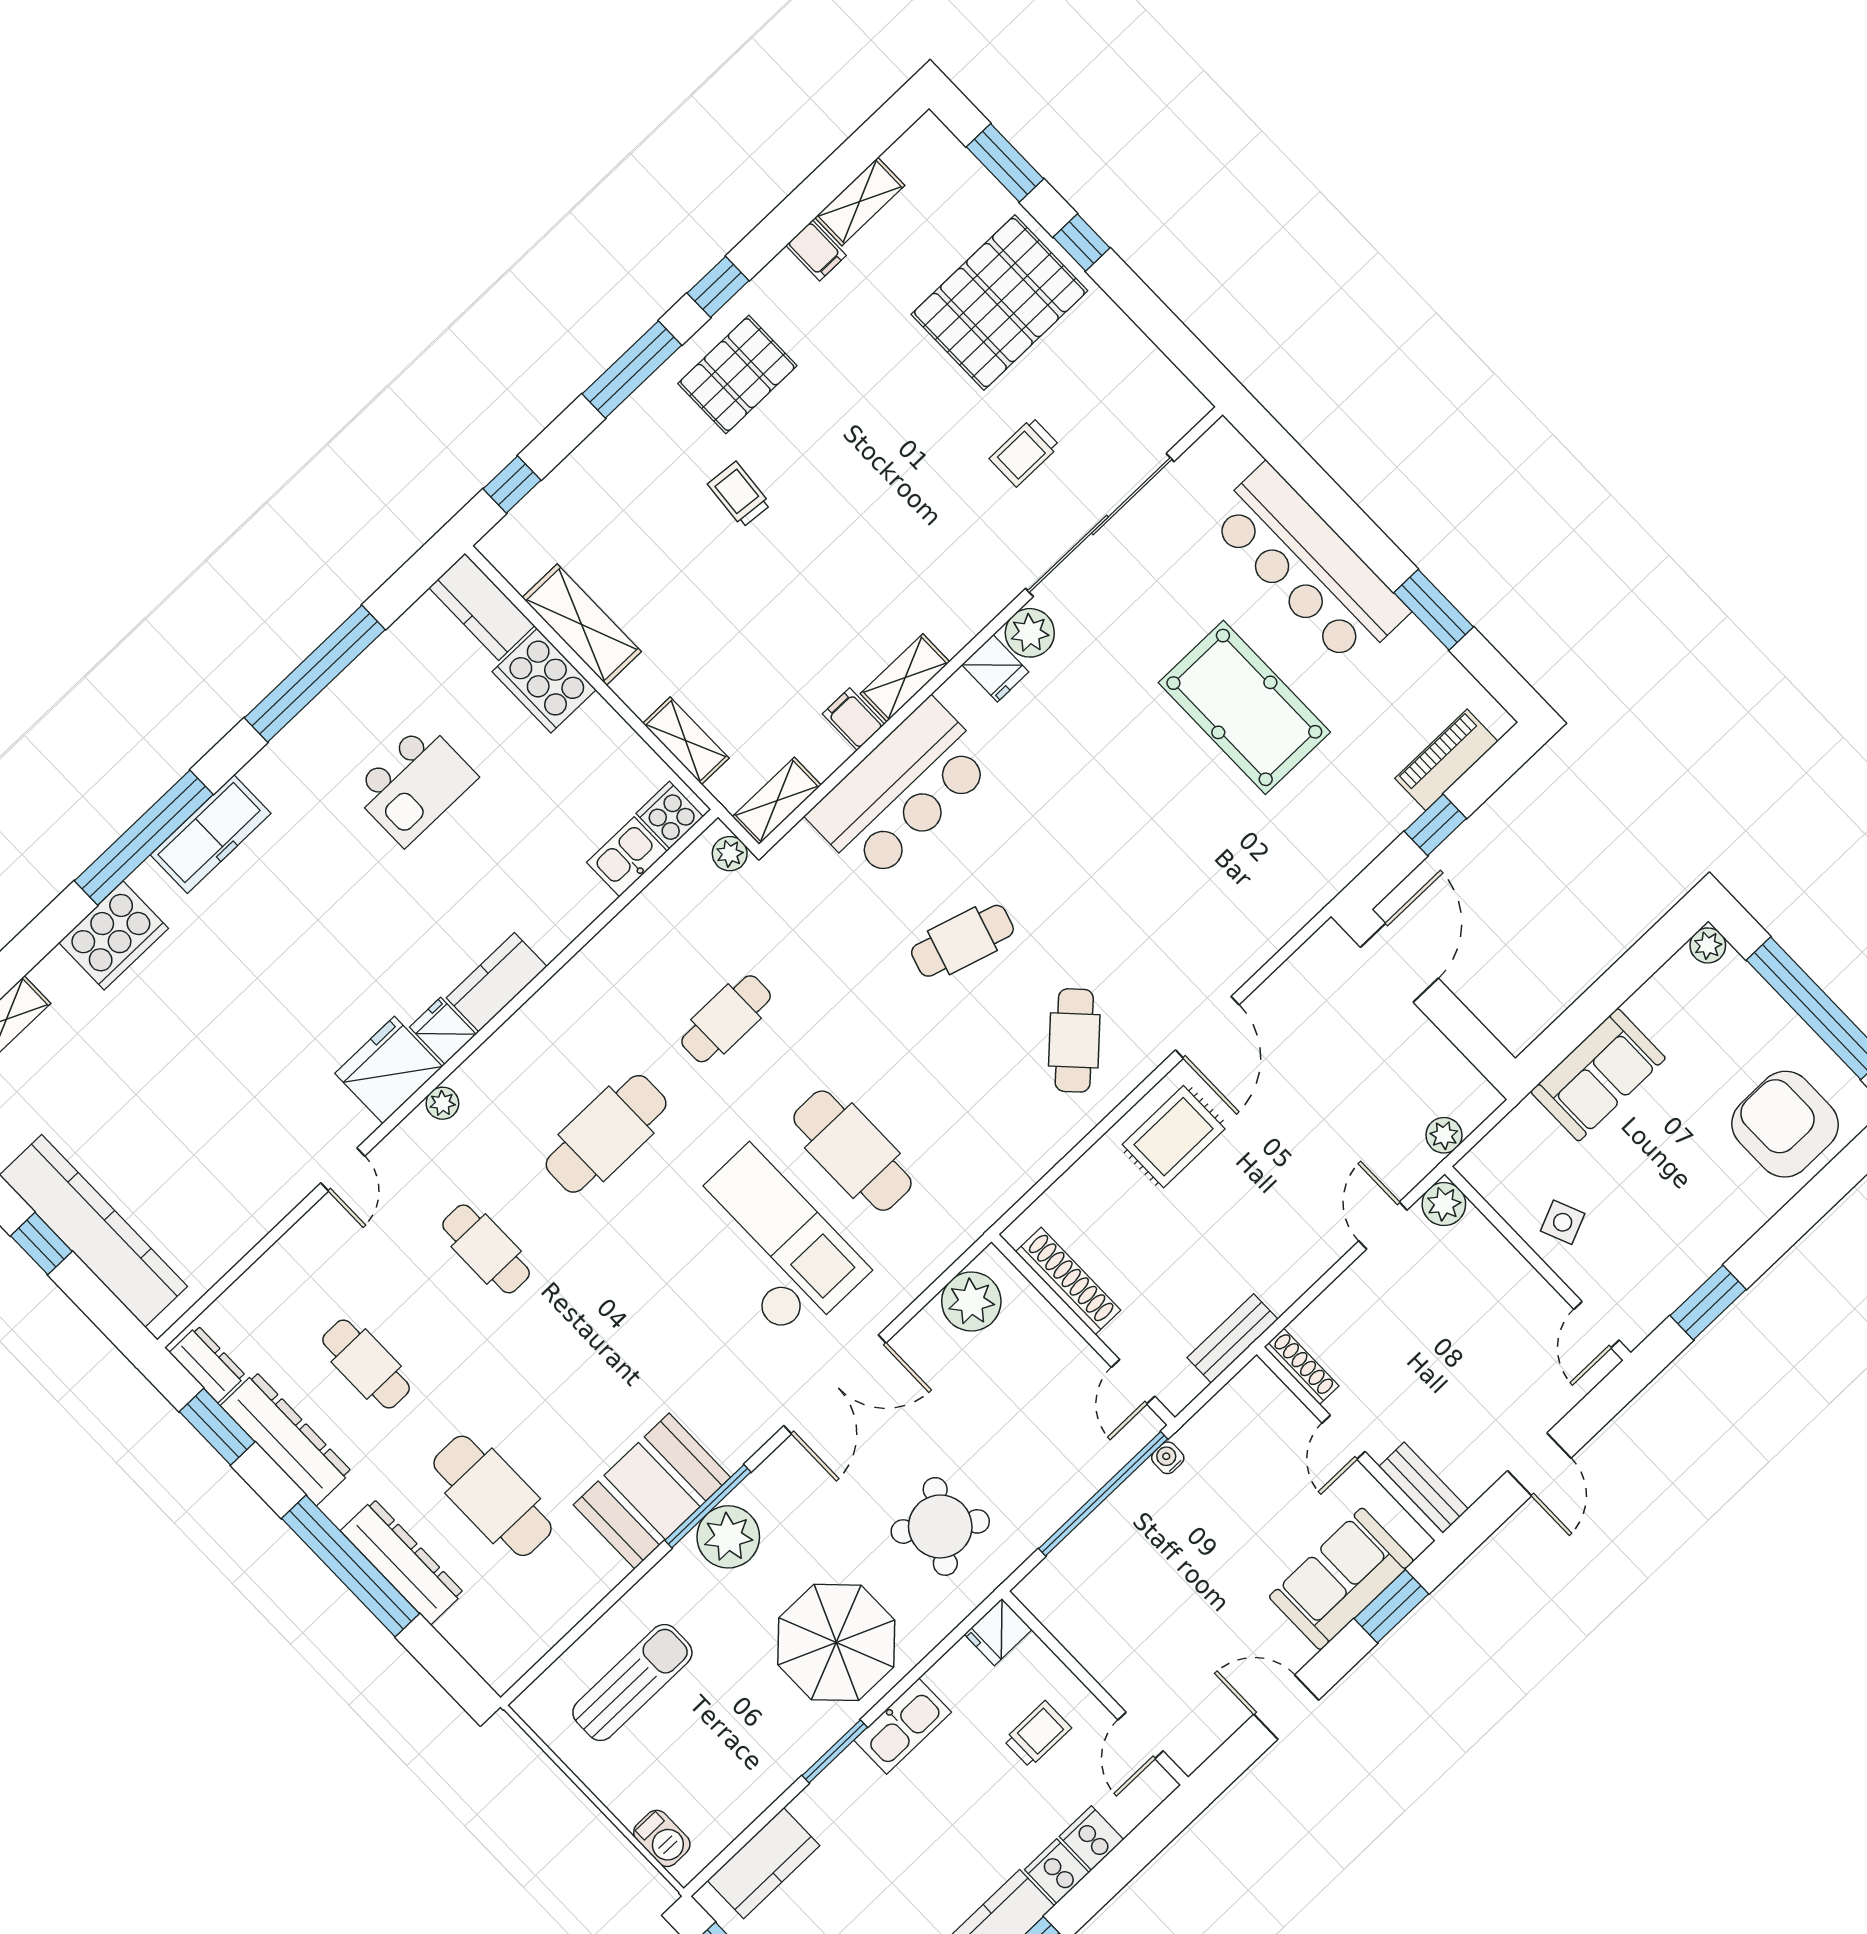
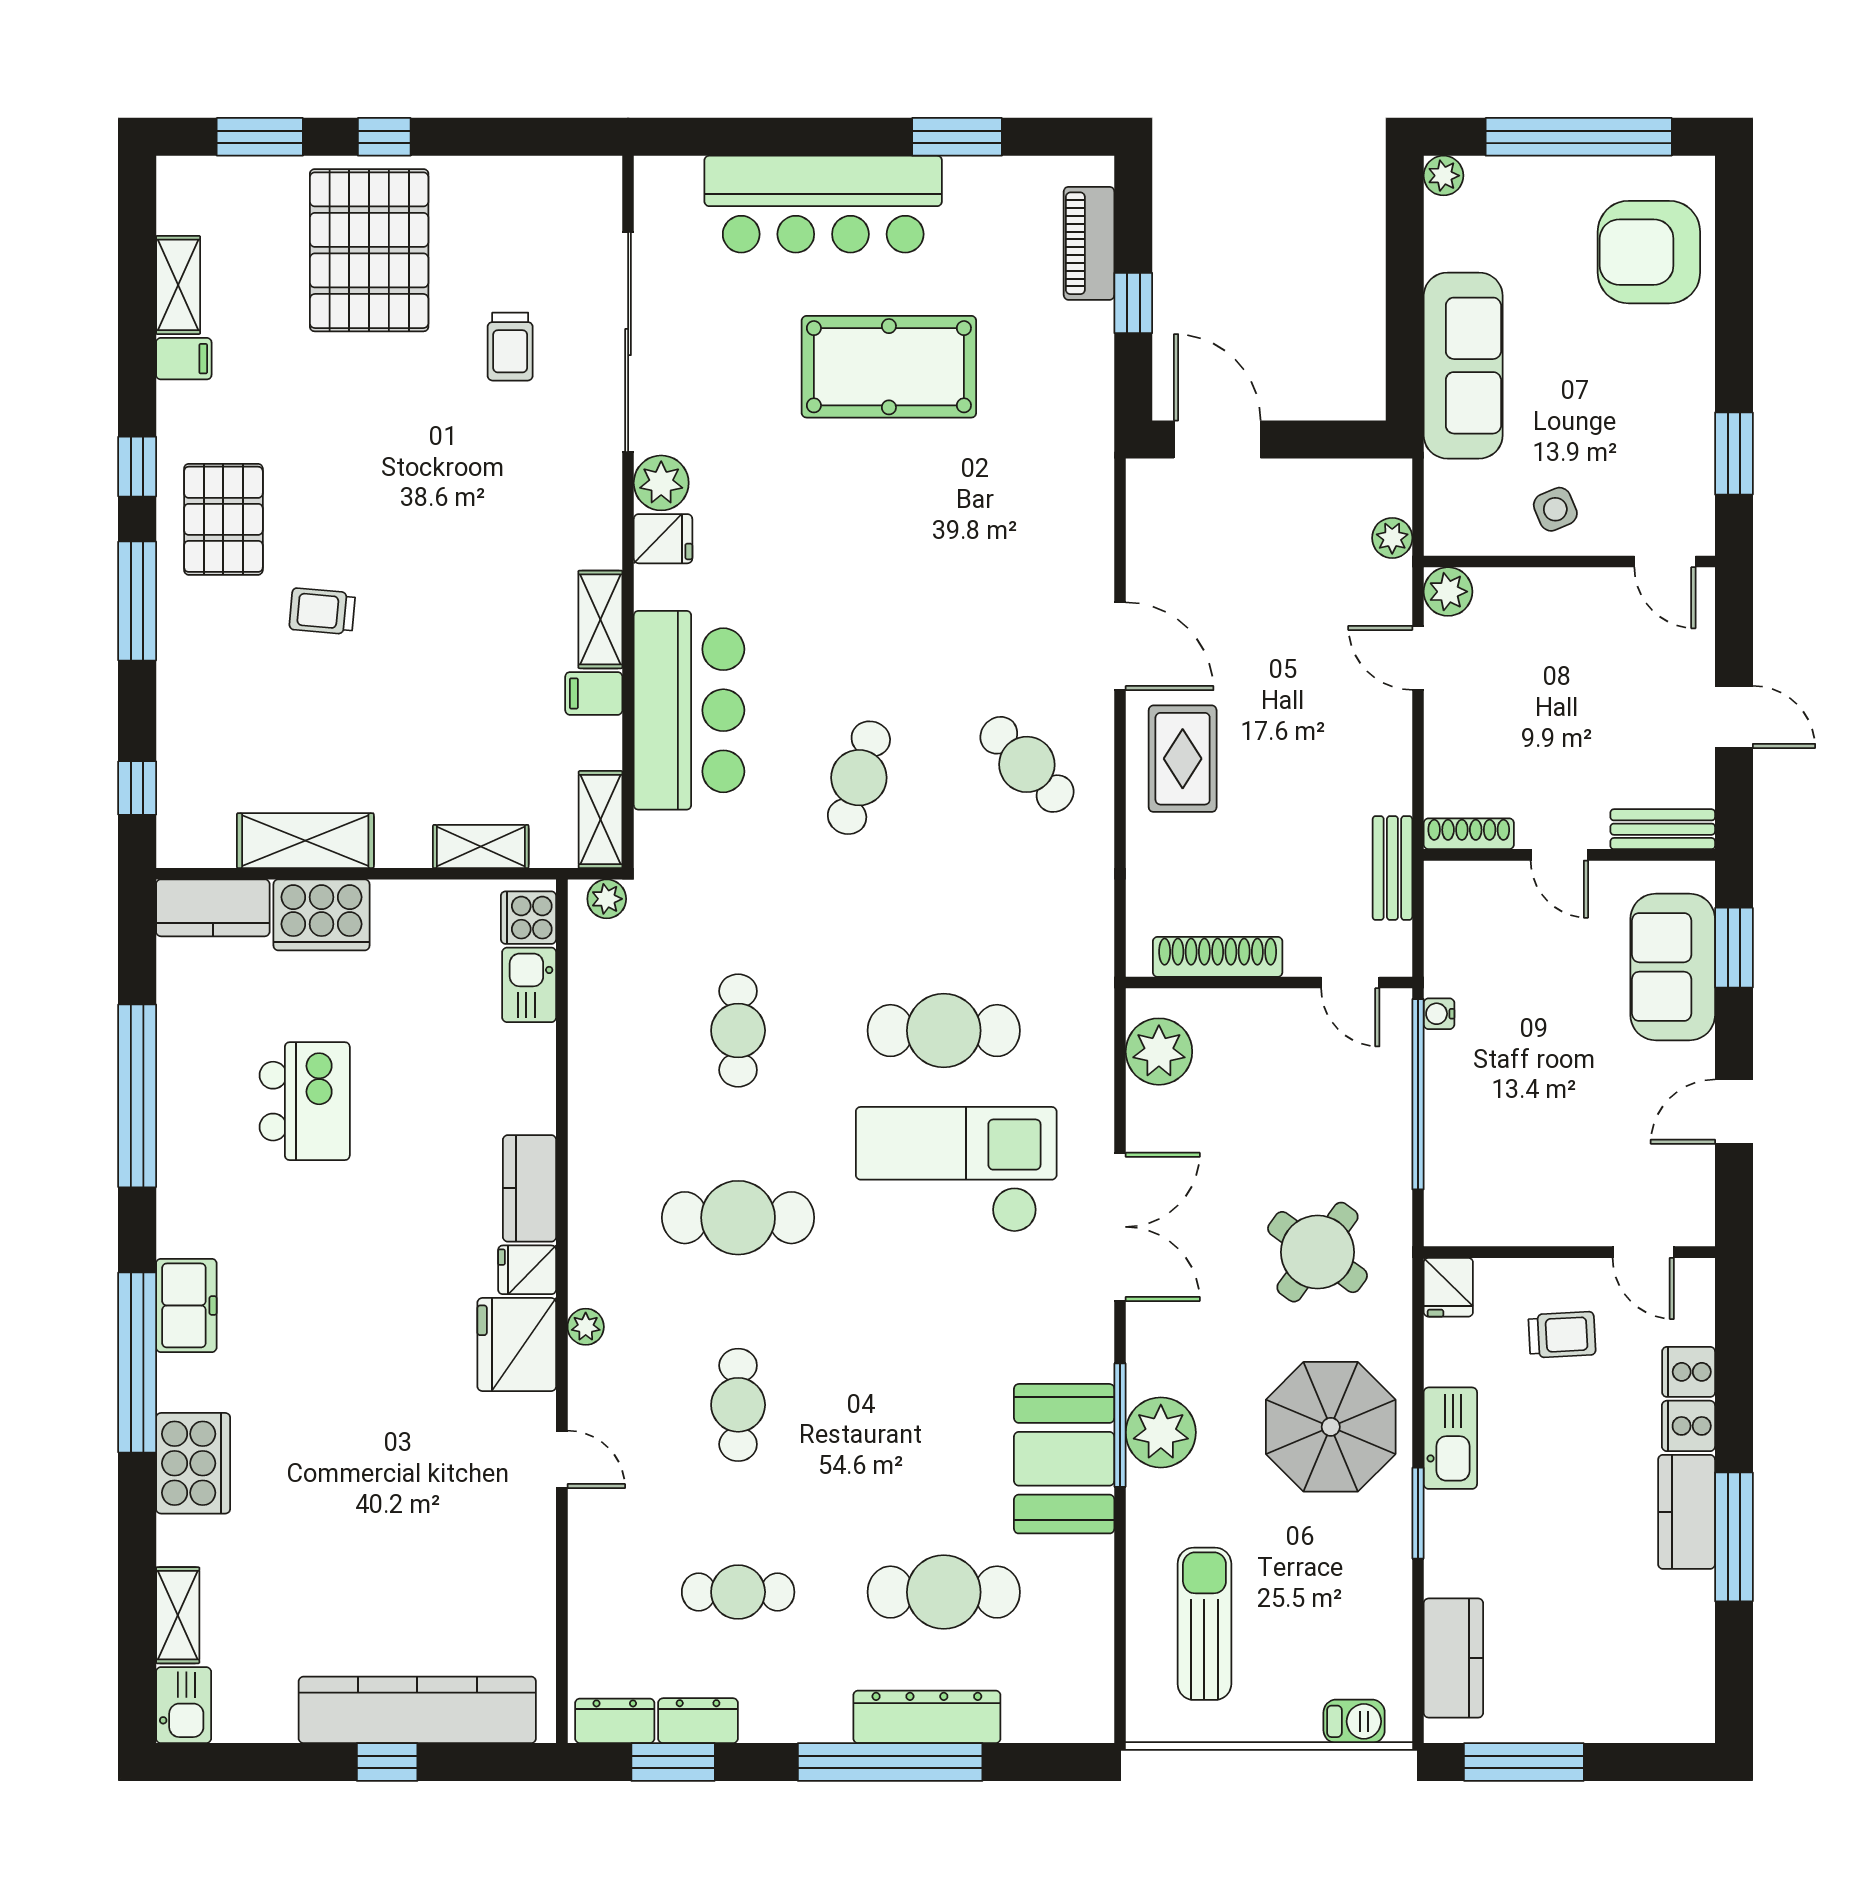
freezer: (211, 834) -> (186, 1305), width x0.71
sofa: (1598, 1075) -> (1463, 366), width x1.36
cafe table: (606, 1134) -> (738, 1218), turned 90
cafe table: (486, 1249) -> (738, 1405), turned 90
dresser: (286, 1439) -> (698, 1721), width x0.51, depth x0.80
trolley: (1038, 1734) -> (1562, 1335), turned 87

